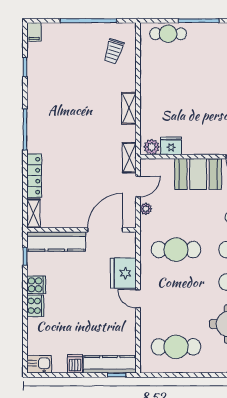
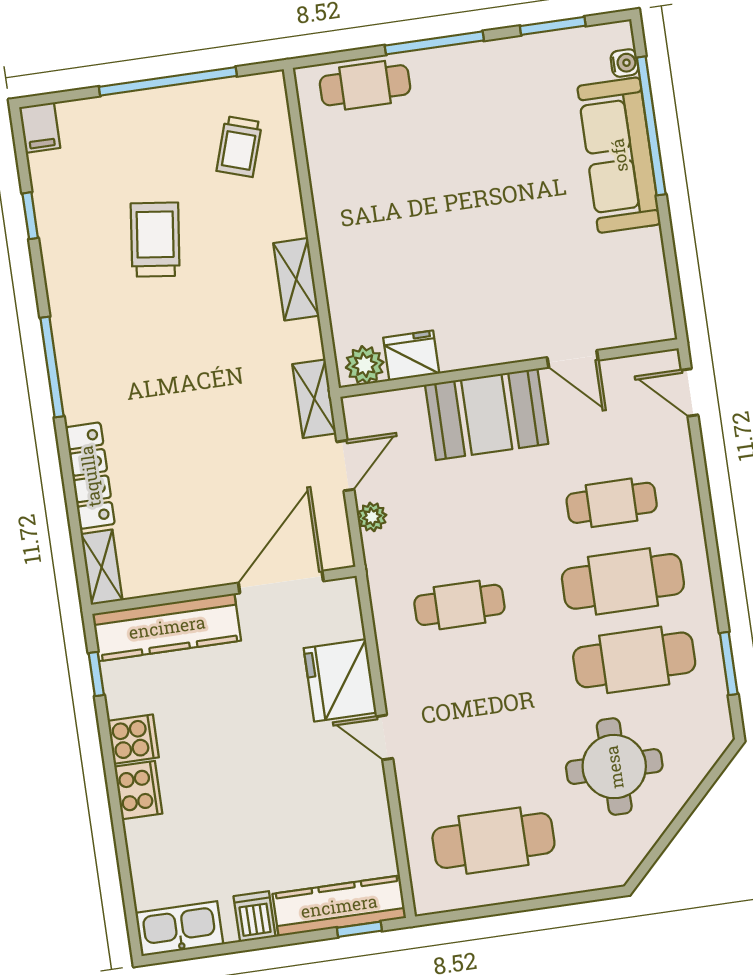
trolley: (74, 84) -> (155, 240), added
cafe table: (176, 250) -> (459, 605), width x0.73, depth x0.74
kitchen sink: (39, 364) -> (179, 929), width x1.38

